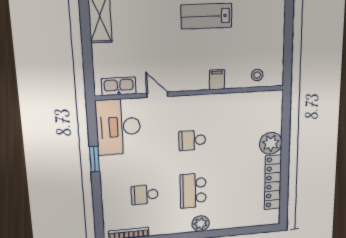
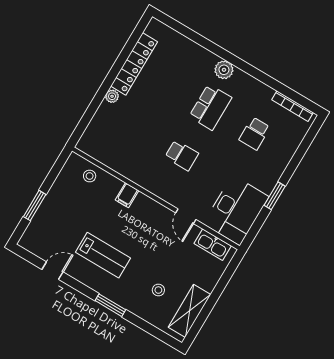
stool: (139, 17) -> (158, 290), added
window: (289, 21) -> (35, 206), added
plant: (271, 143) -> (112, 96), width x0.53, depth x0.53
school desk: (145, 195) -> (255, 133), turned 90

